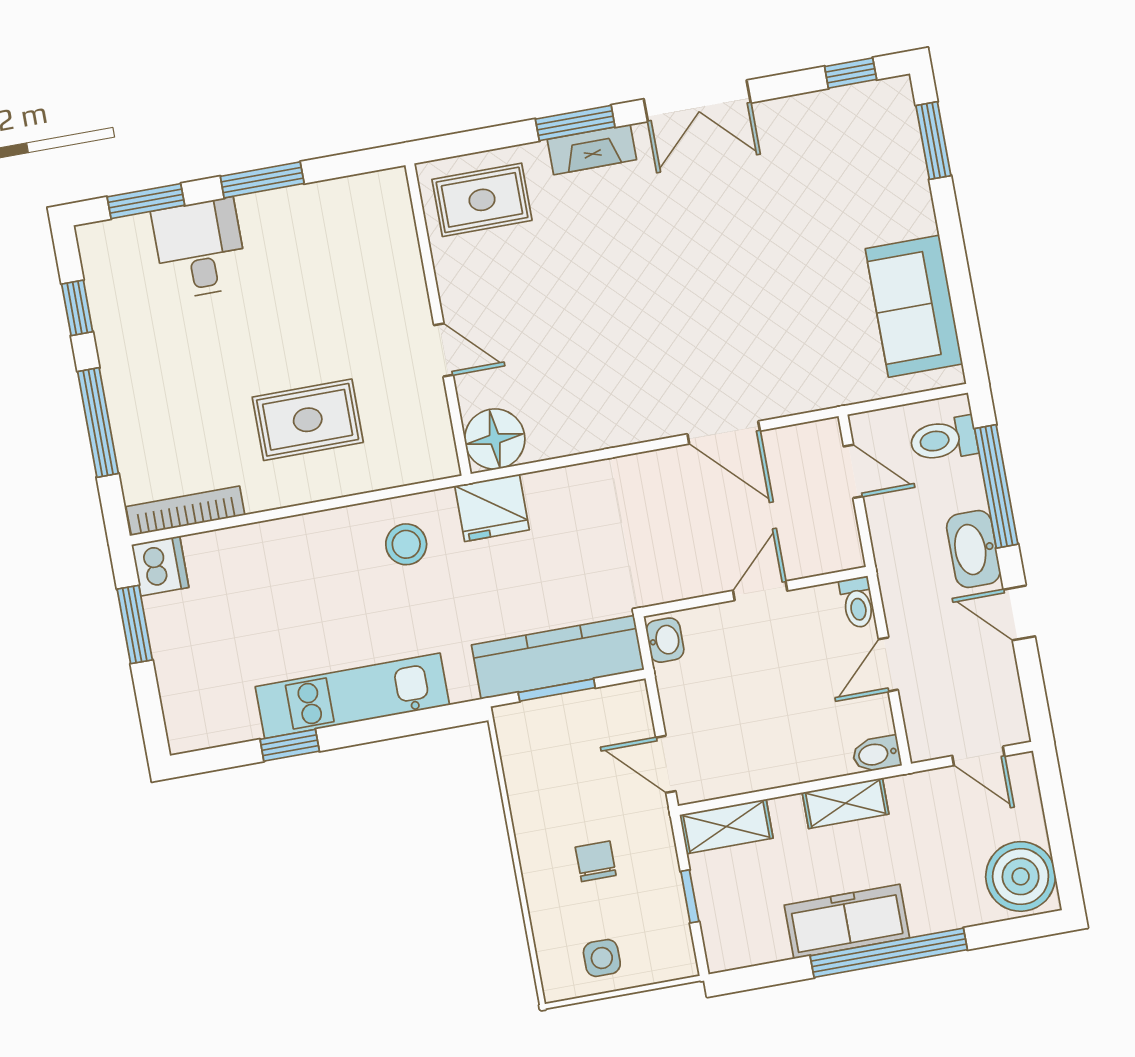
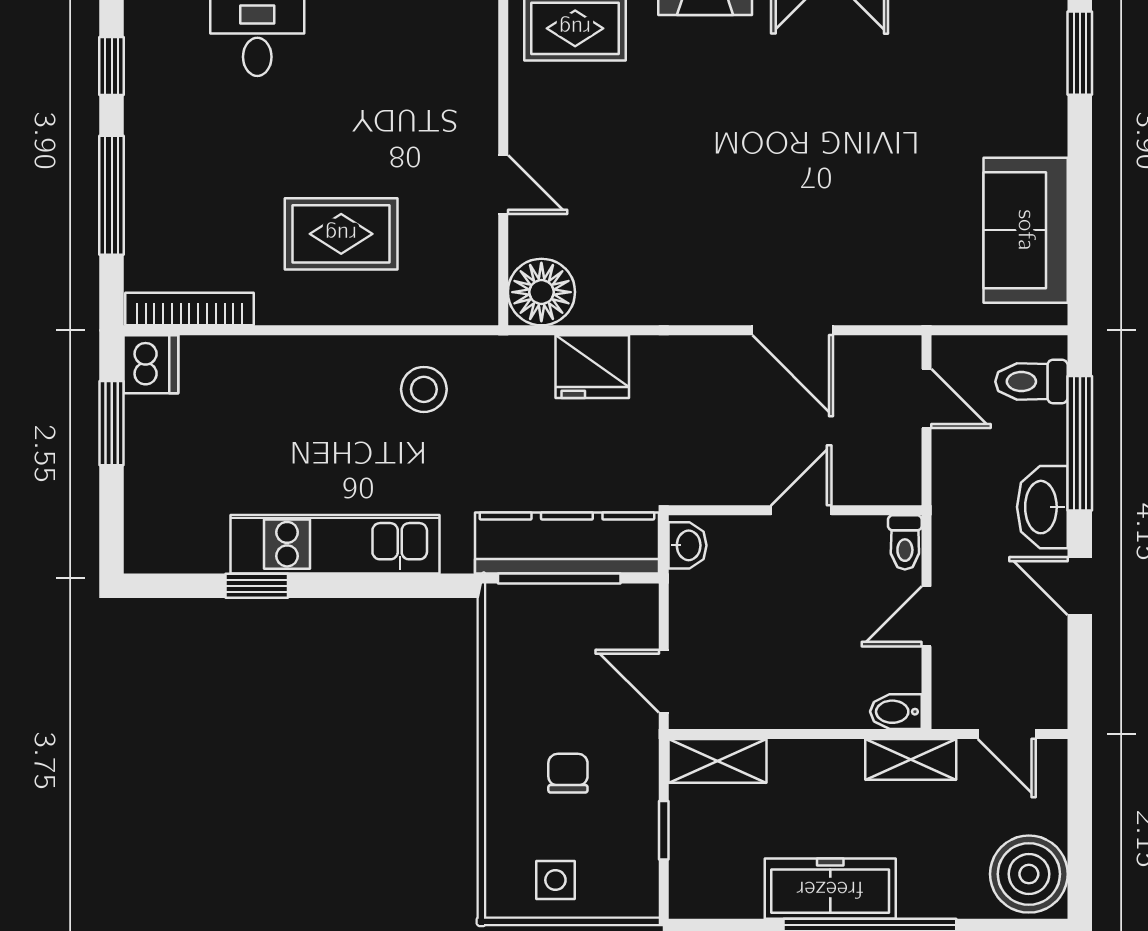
fridge: (492, 508) -> (592, 367), moved
window: (557, 690) -> (559, 578), width x1.44
shelving: (846, 803) -> (911, 759), moved

